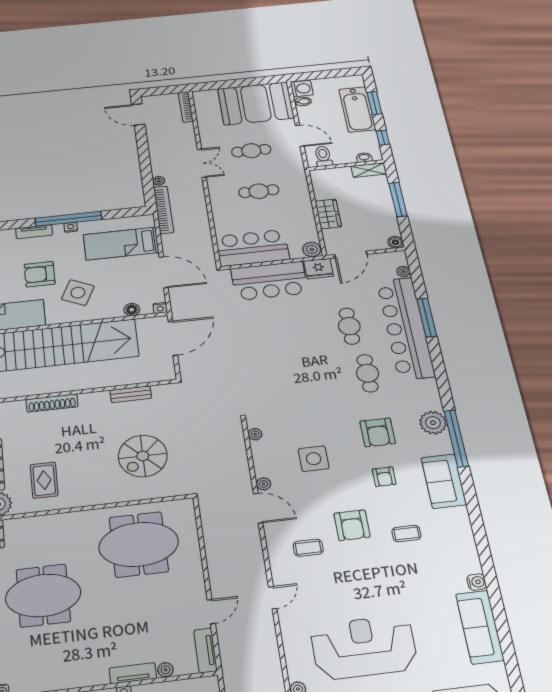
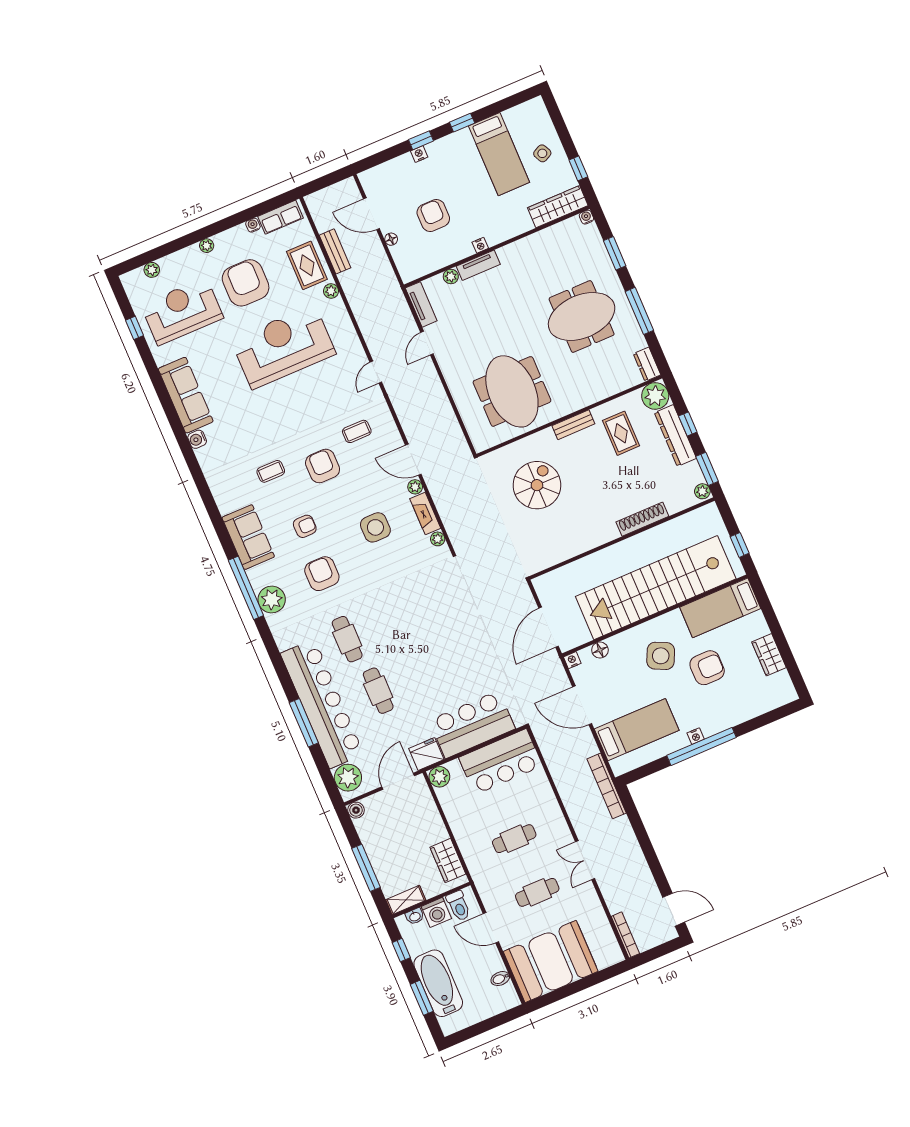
washing machine: (302, 89) -> (436, 912), moved, turned -90
plant: (159, 181) -> (623, 823), removed
wardrobe: (328, 214) -> (448, 861), moved
tv unit: (34, 232) -> (731, 720), removed
plant: (403, 271) -> (348, 778), width x1.88, depth x1.88
bench: (131, 394) -> (573, 425), moved
fireplace: (261, 459) -> (425, 514), added
armchair: (384, 477) -> (305, 526), turned 90
meeting table: (139, 544) -> (512, 391), turned 90
reception desk: (364, 647) -> (283, 347), turned 180

